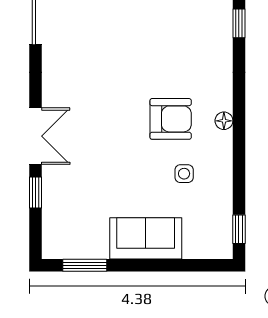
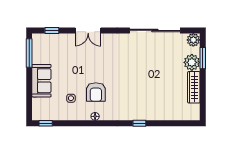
window: (35, 192) -> (52, 30), moved
window: (85, 265) -> (29, 53), width x1.44

